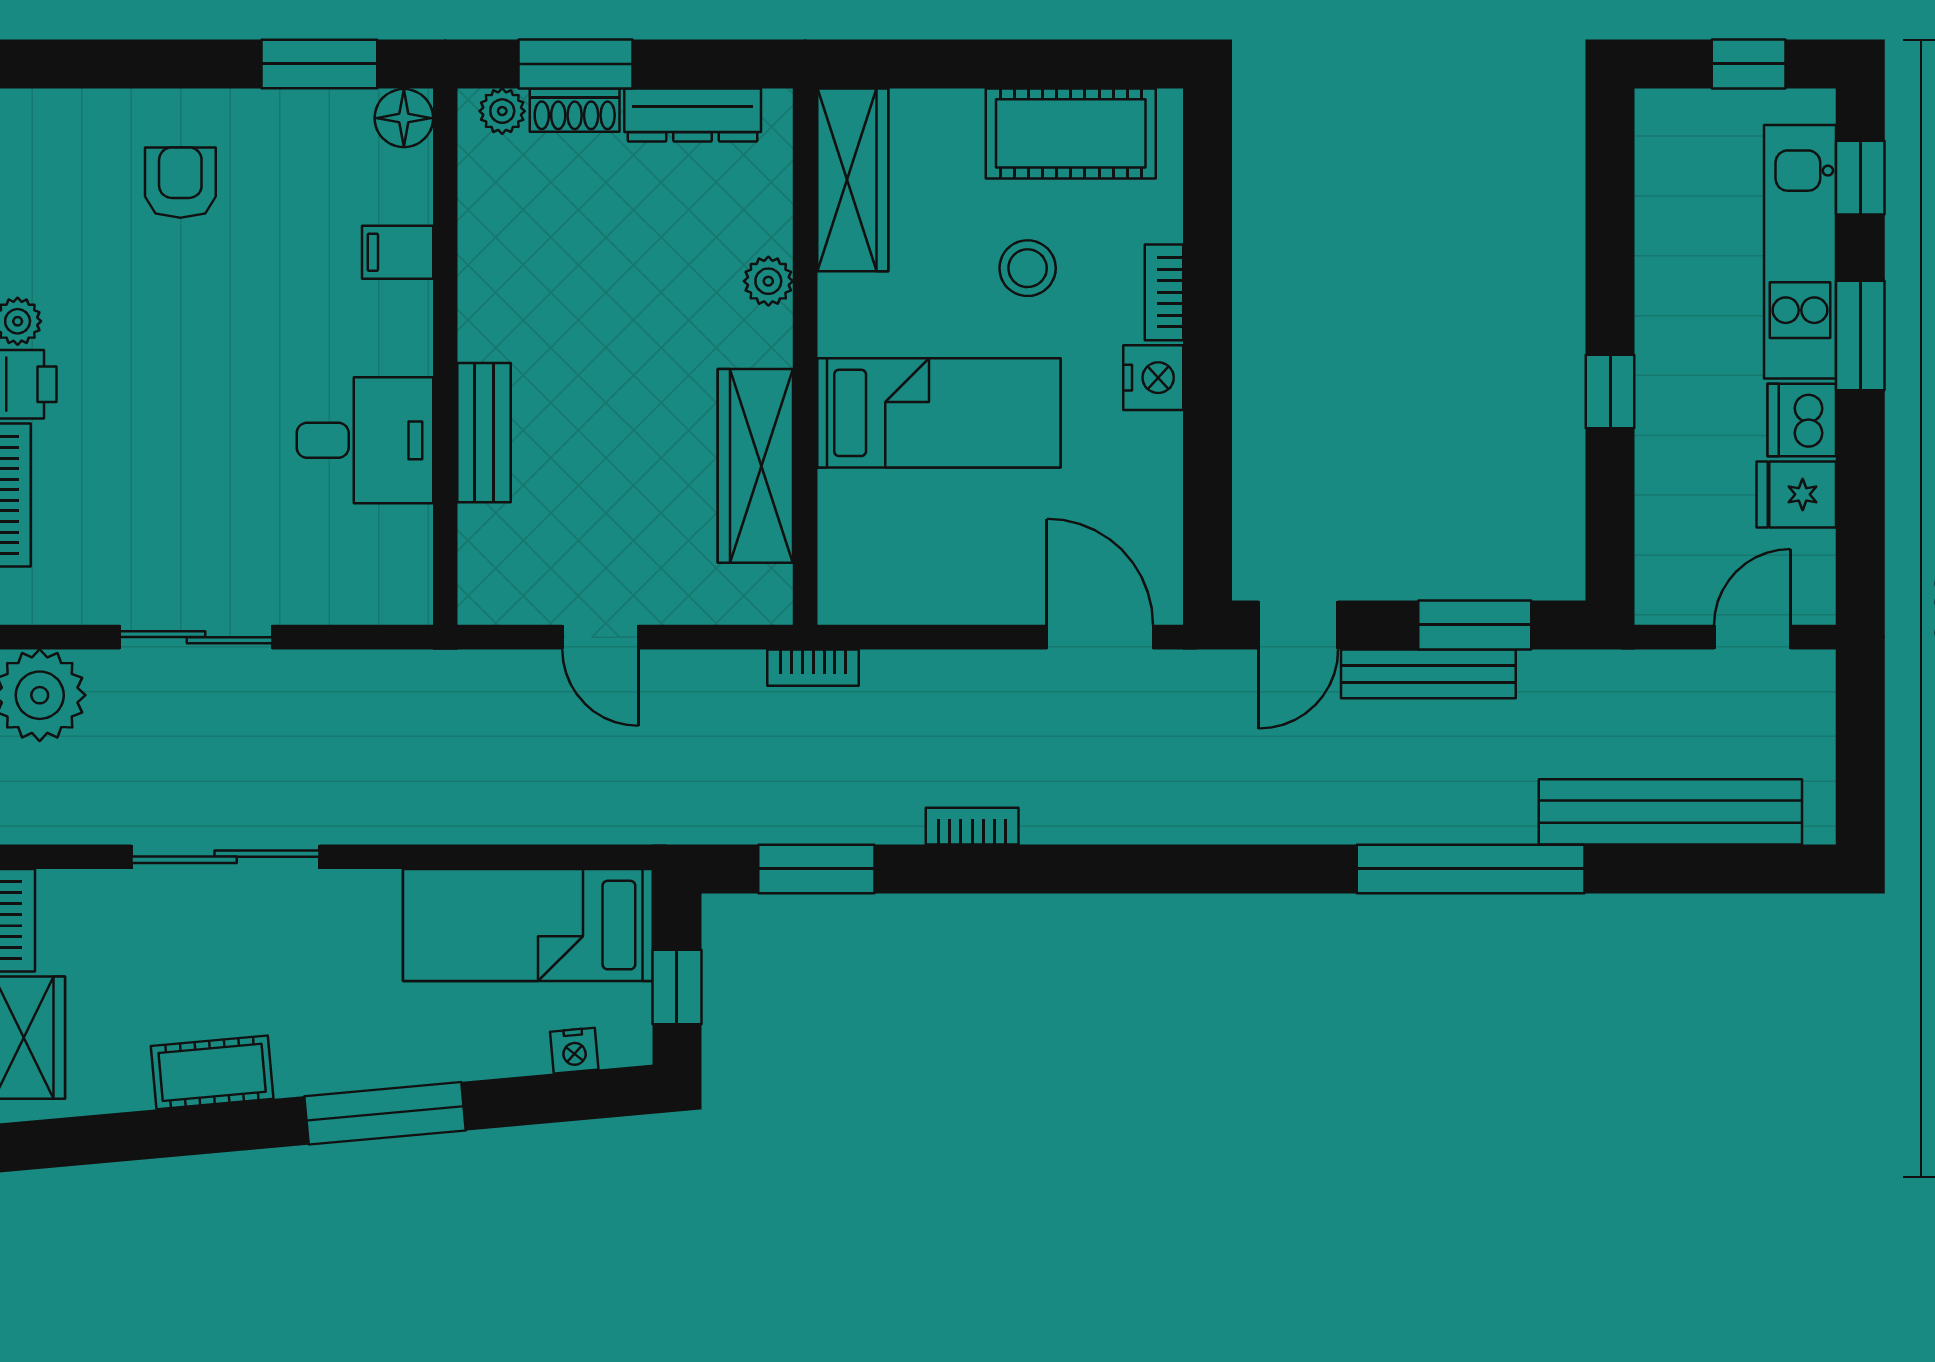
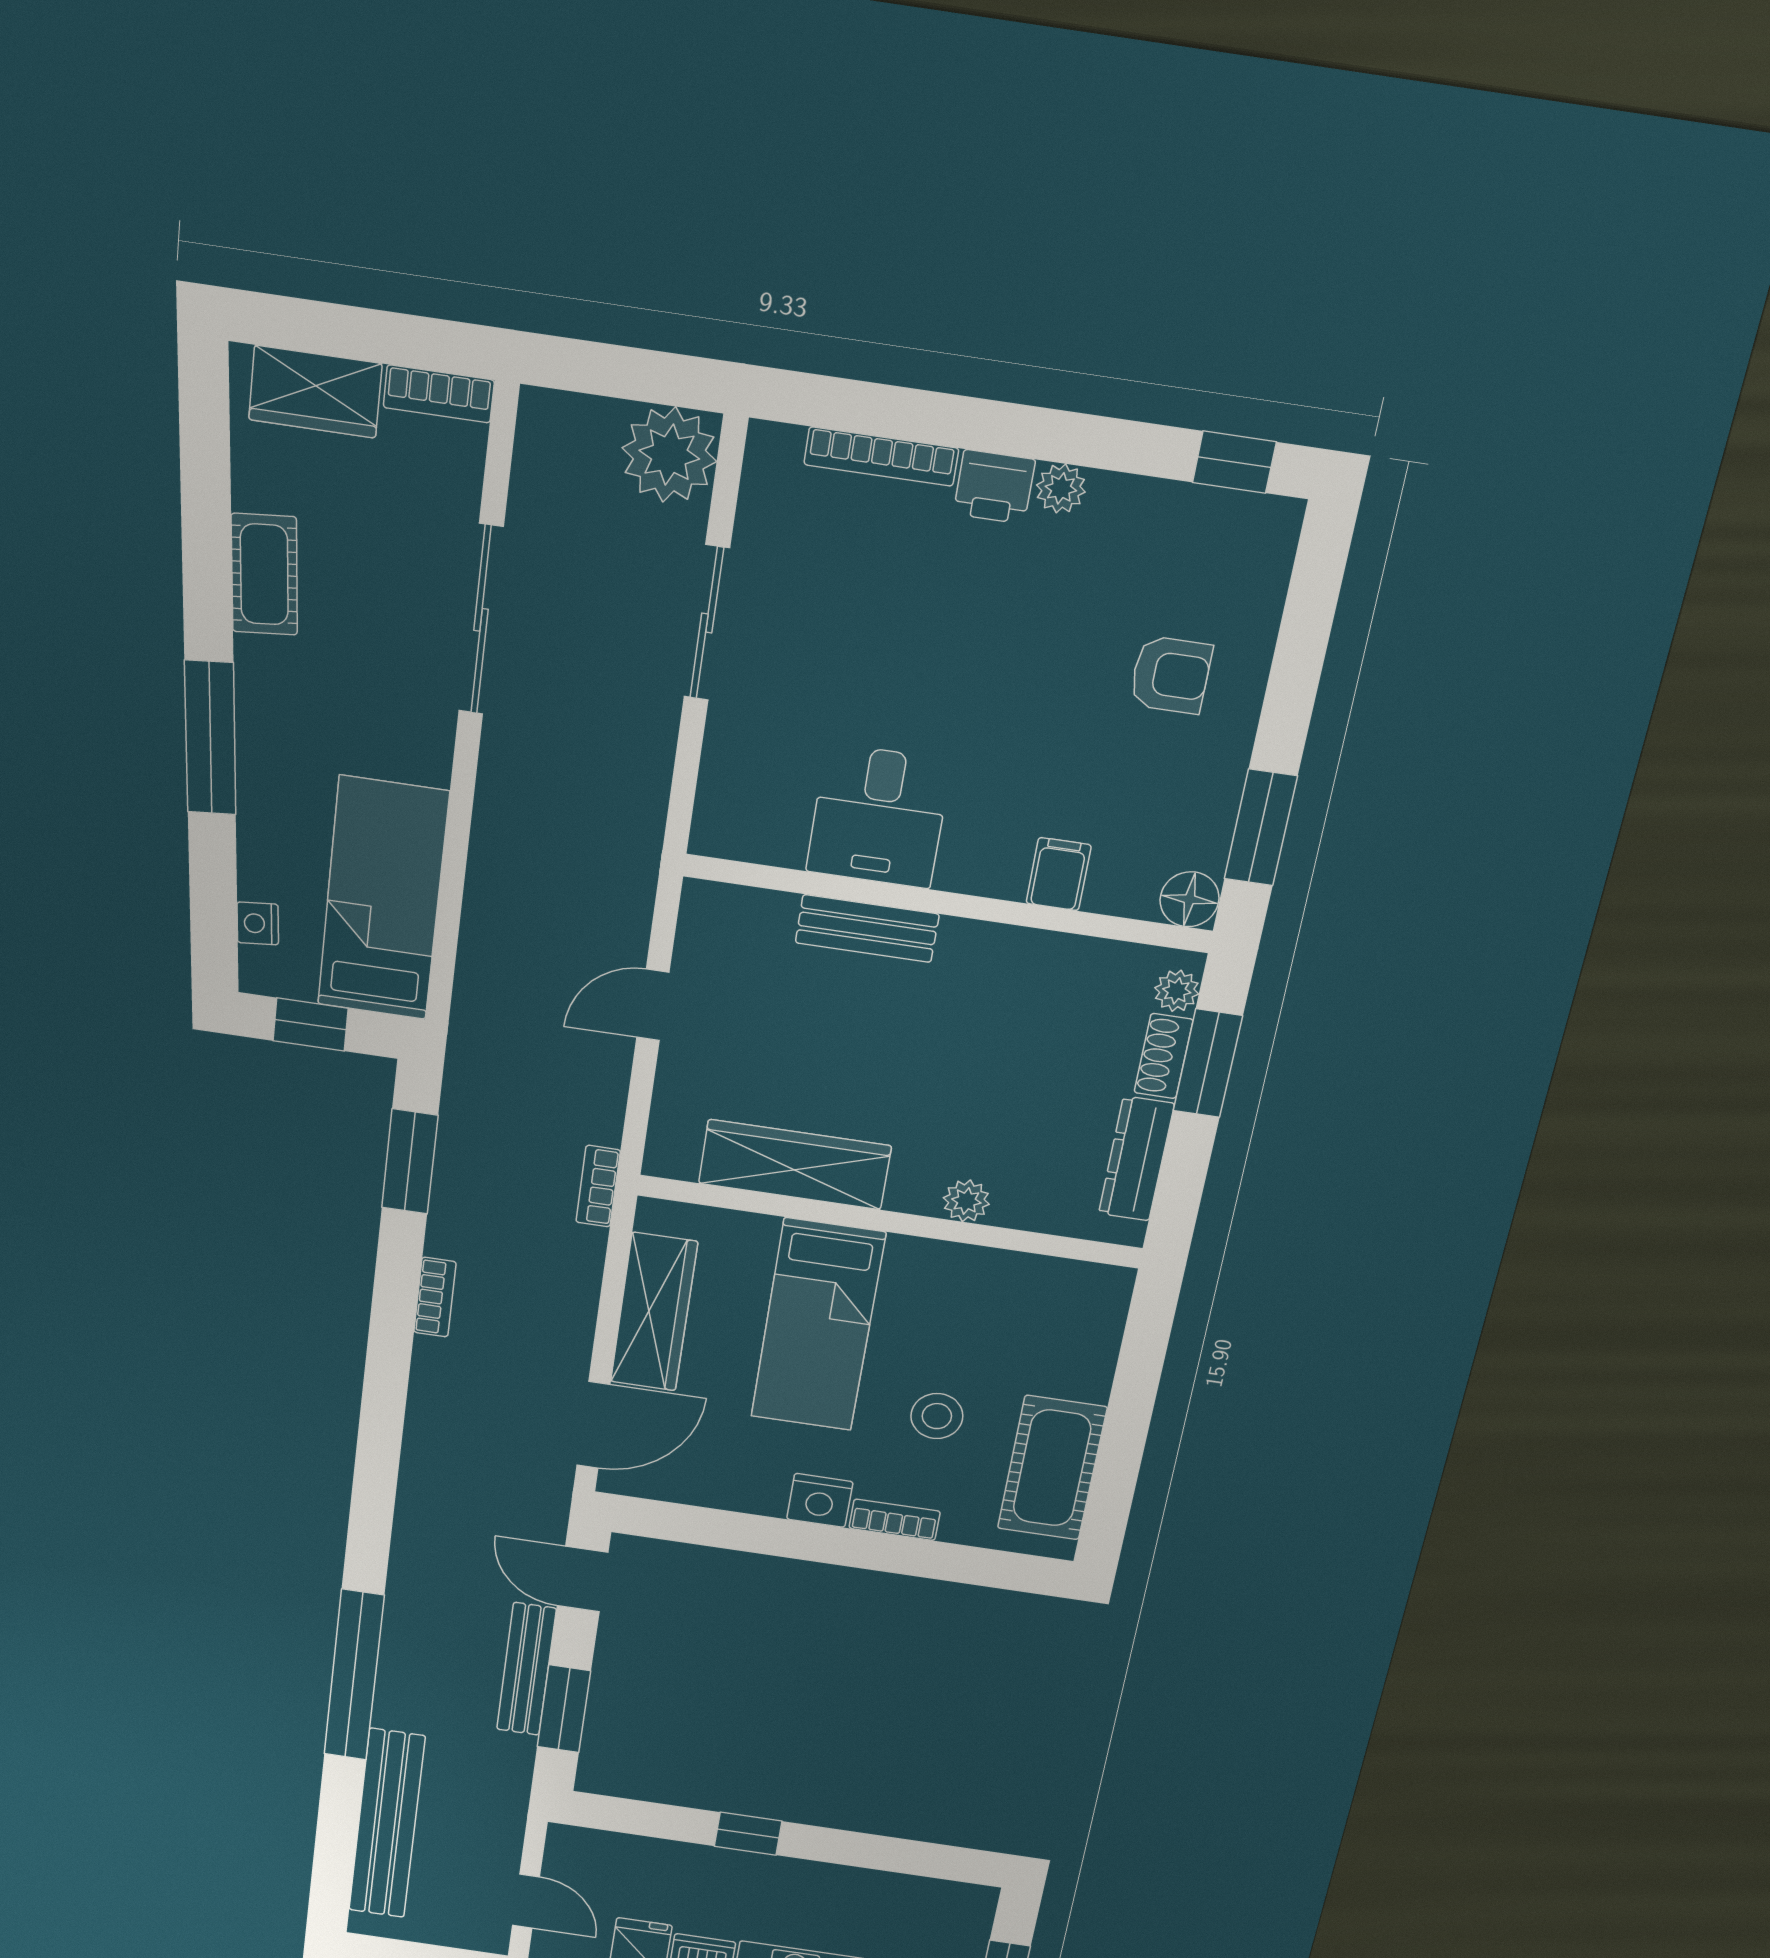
wardrobe: (853, 180) -> (654, 1312), moved, turned -90

